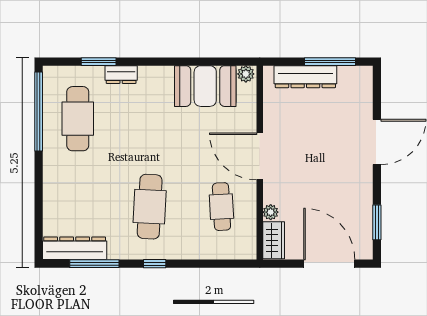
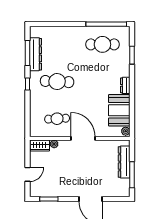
dresser: (121, 75) -> (125, 85), moved
door: (260, 156) -> (83, 138), hinge flipped
dresser: (75, 248) -> (35, 54), moved
door: (329, 264) -> (28, 174), width x0.53

